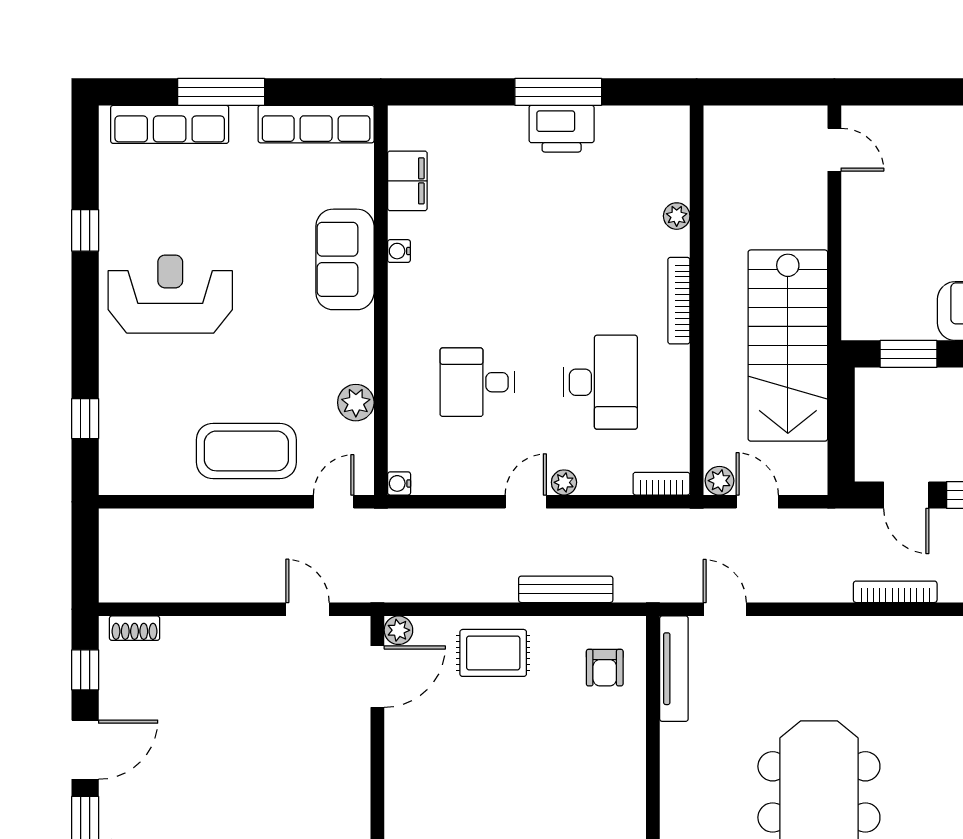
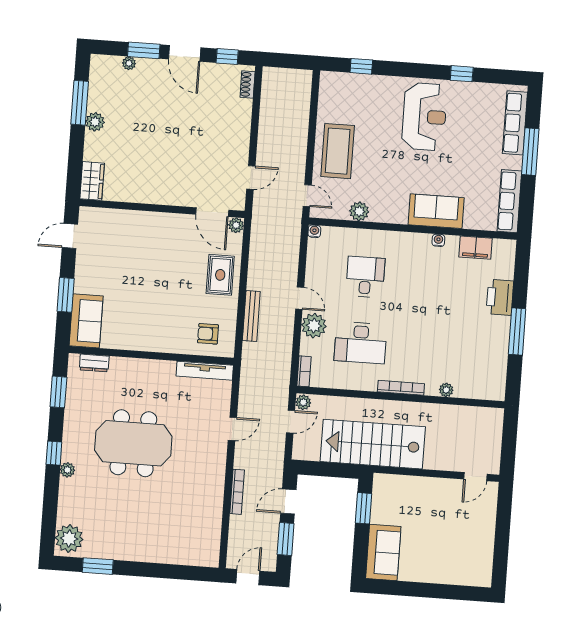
printer: (562, 129) -> (500, 297), moved
plant: (564, 482) -> (314, 326), width x1.88, depth x1.88
door: (725, 609) -> (232, 429), moved

